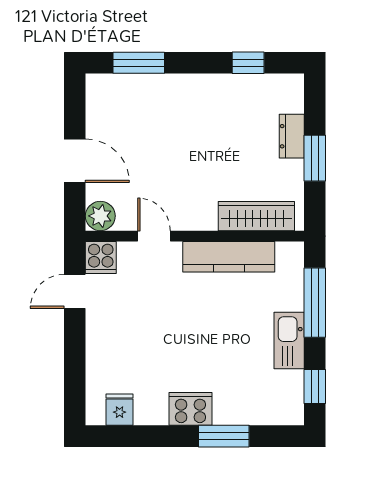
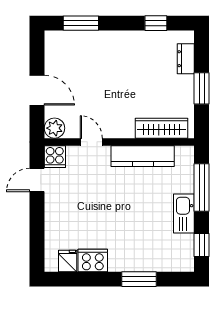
dresser: (292, 136) -> (186, 59), moved
cooker: (190, 409) -> (93, 260), moved

